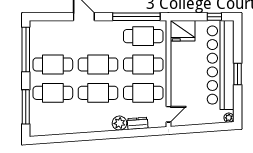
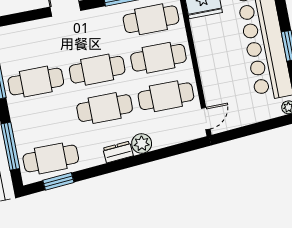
cafe table: (53, 93) -> (51, 158), moved
dresser: (138, 123) -> (118, 152), moved
window: (55, 139) -> (58, 181), added

